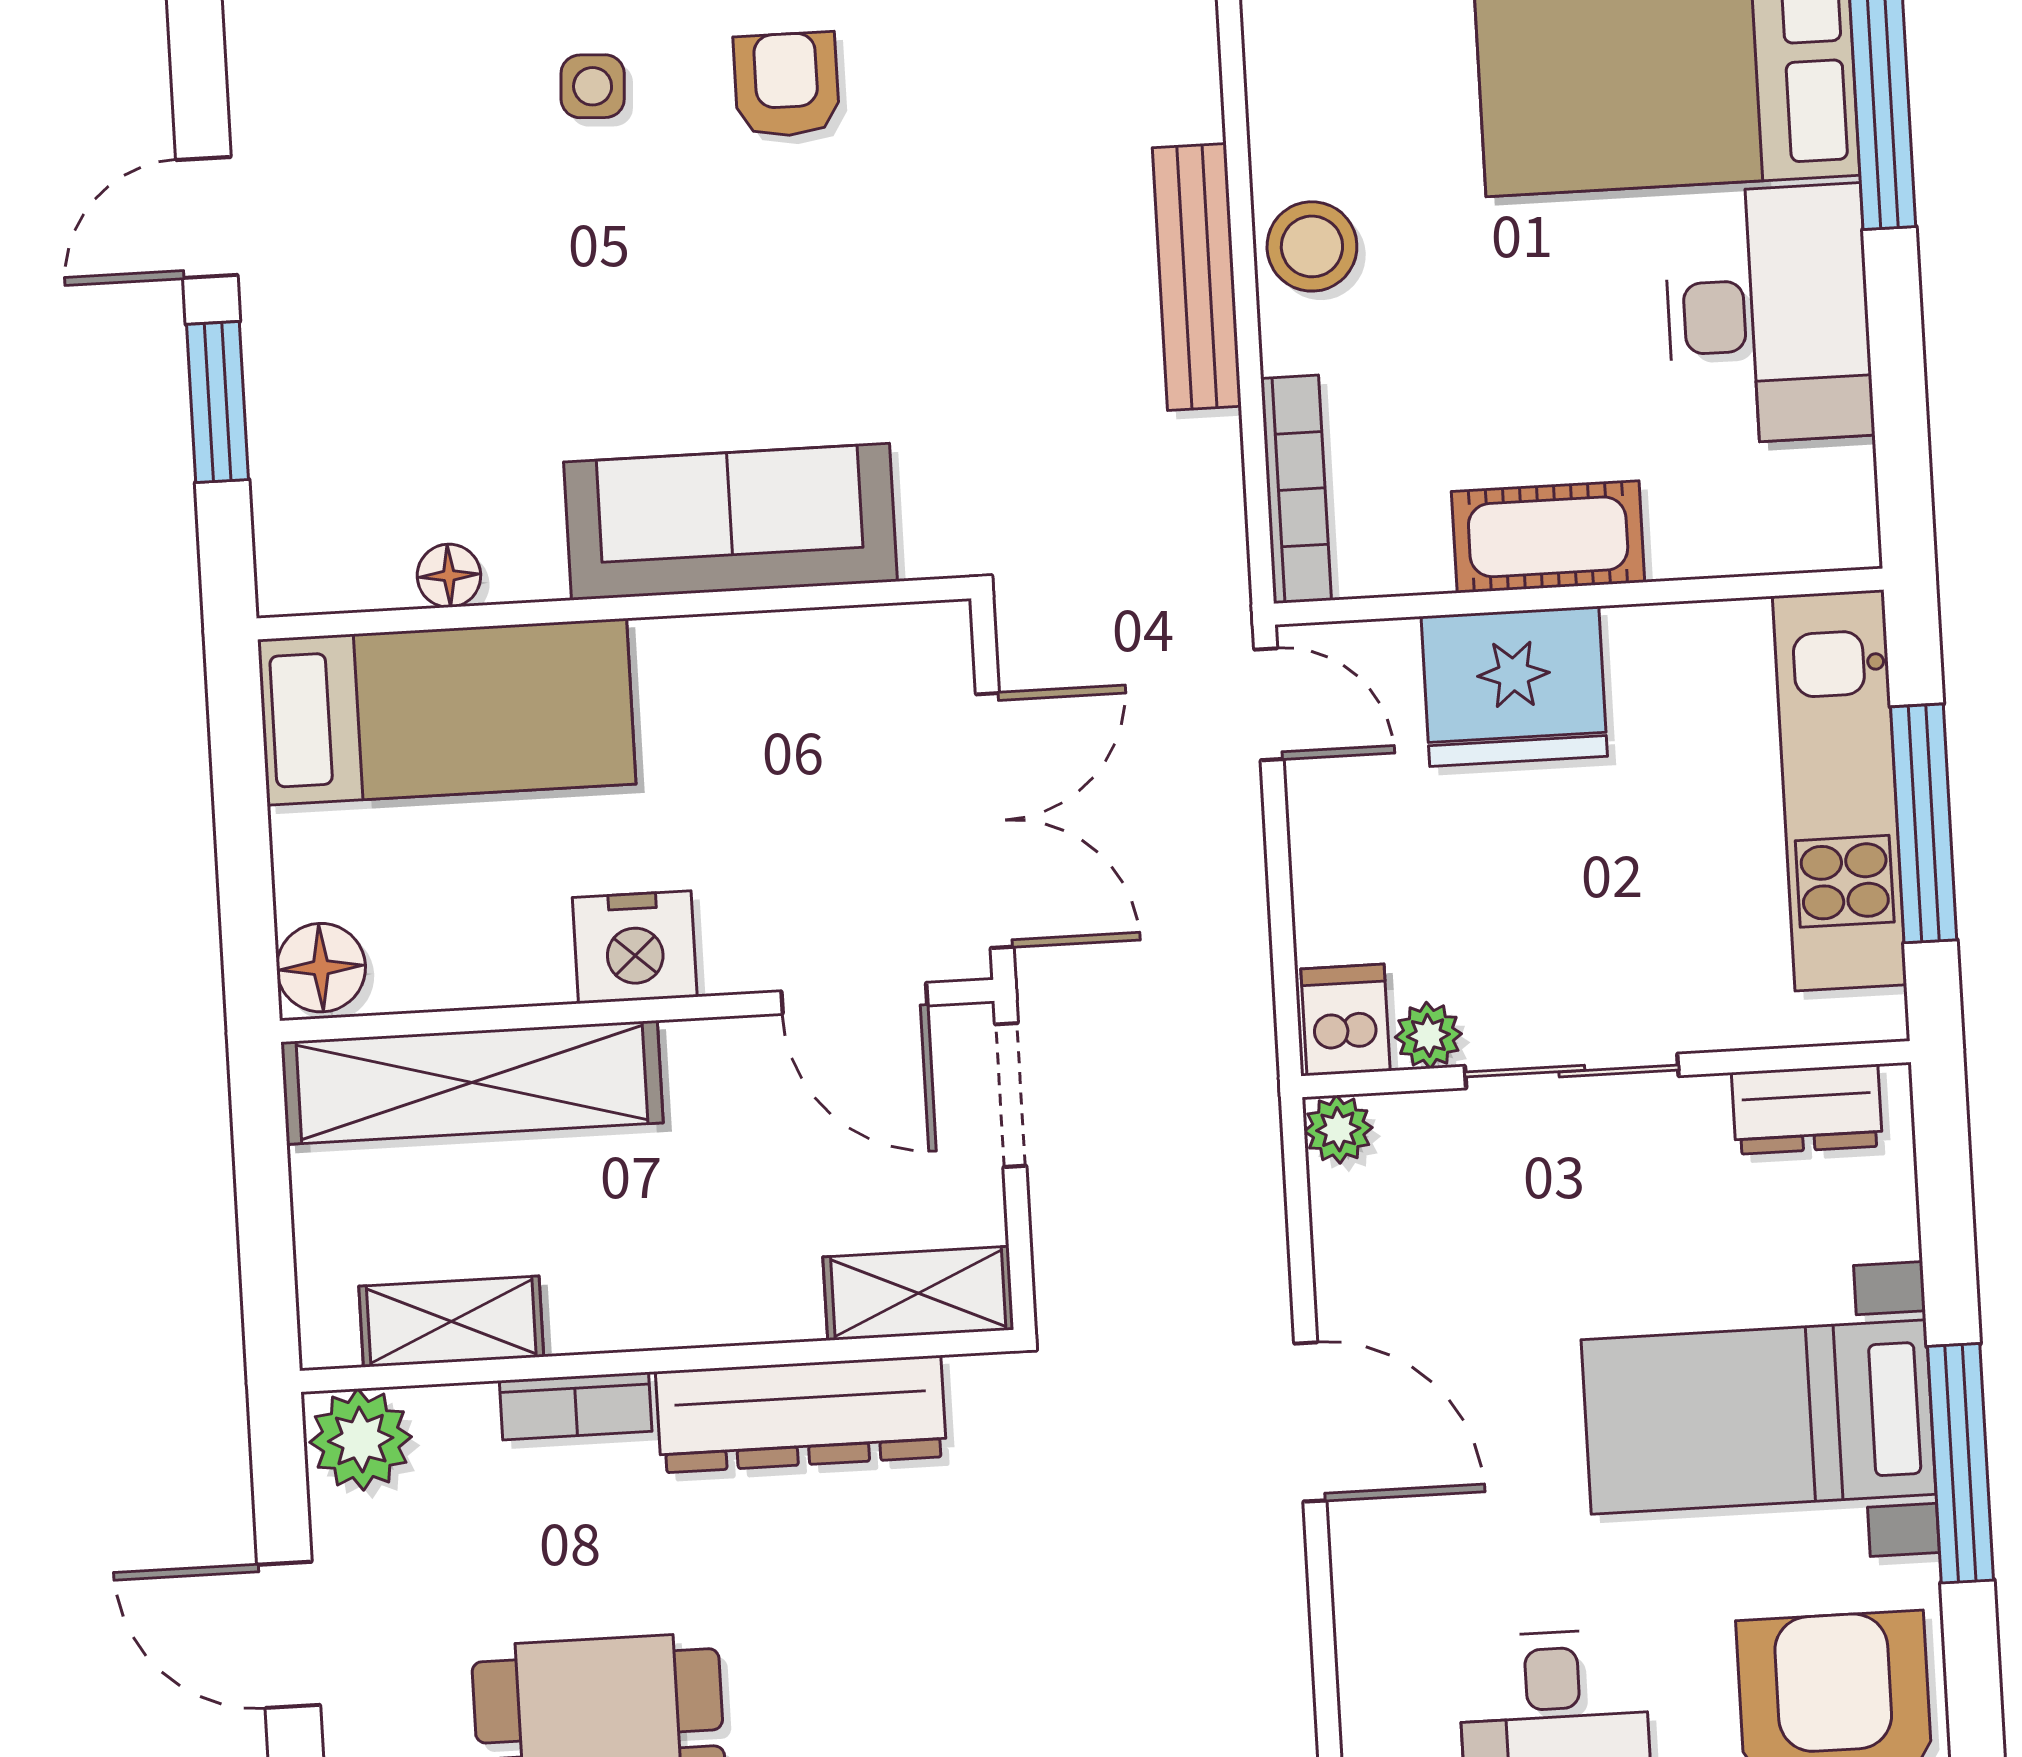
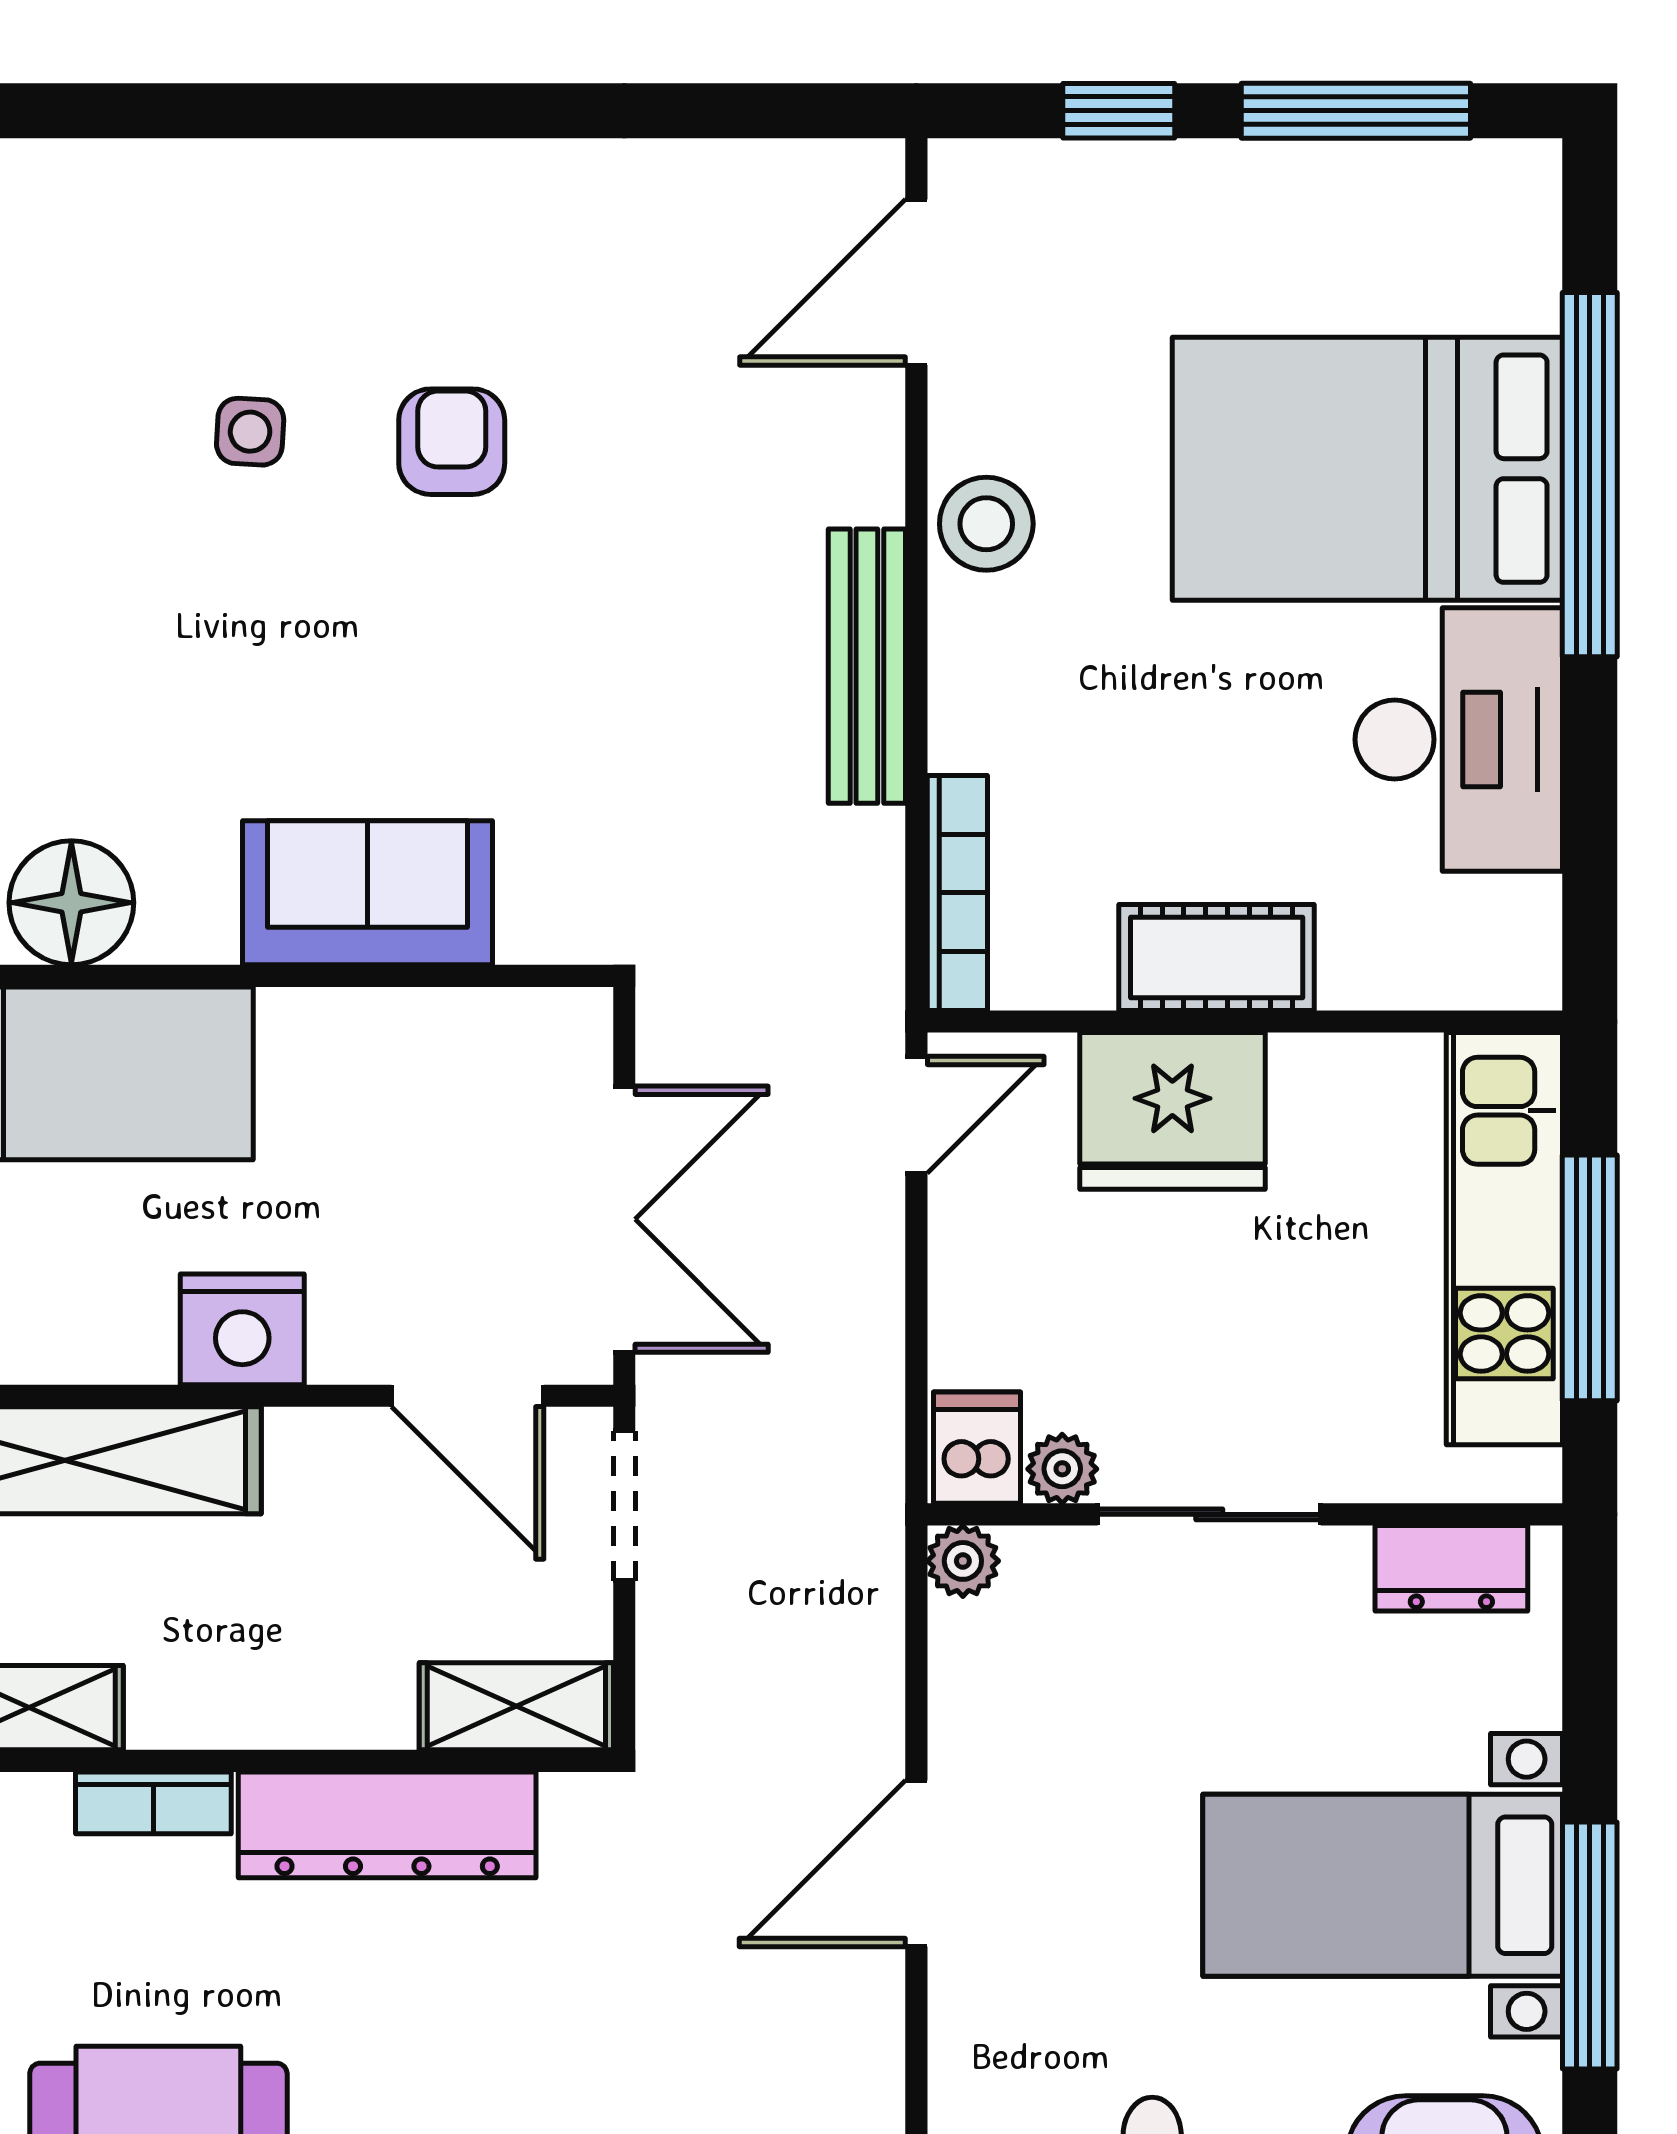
stool: (1312, 246) -> (986, 524), moved
sofa: (731, 522) -> (367, 893), width x0.73
floor lamp: (449, 576) -> (71, 903), width x1.89, depth x1.89
door: (1269, 704) -> (916, 1115), hinge flipped
door: (1310, 1422) -> (916, 1864), swing flipped

